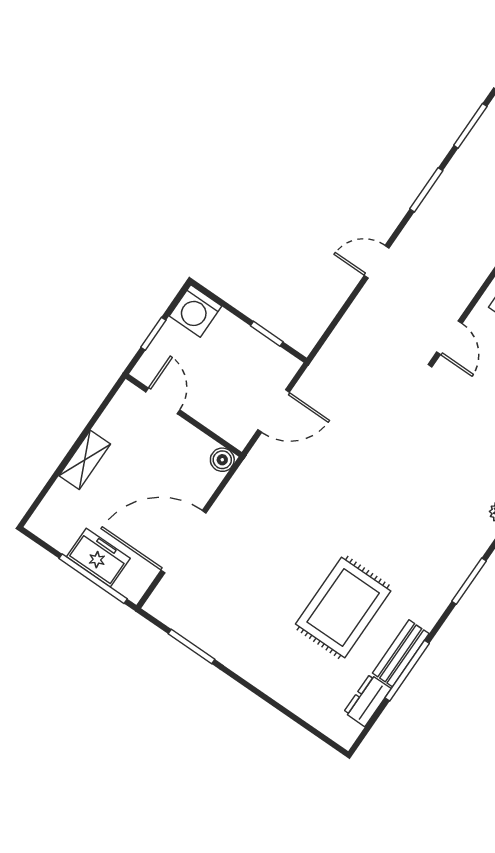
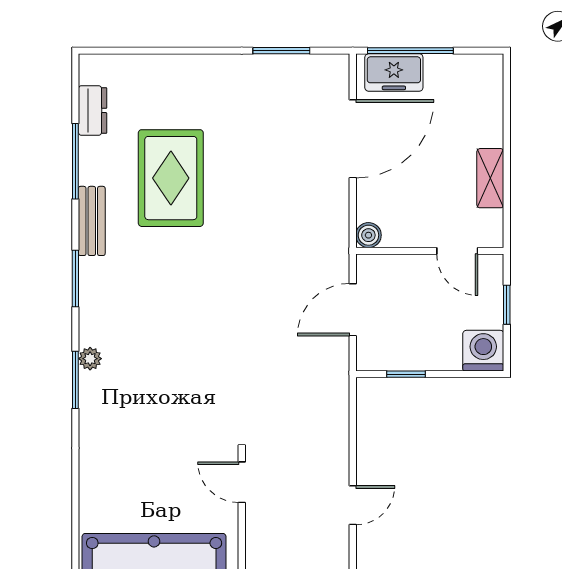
shelving: (85, 460) -> (490, 178), moved
freezer: (98, 558) -> (394, 72), moved
bench: (401, 653) -> (92, 221), moved

